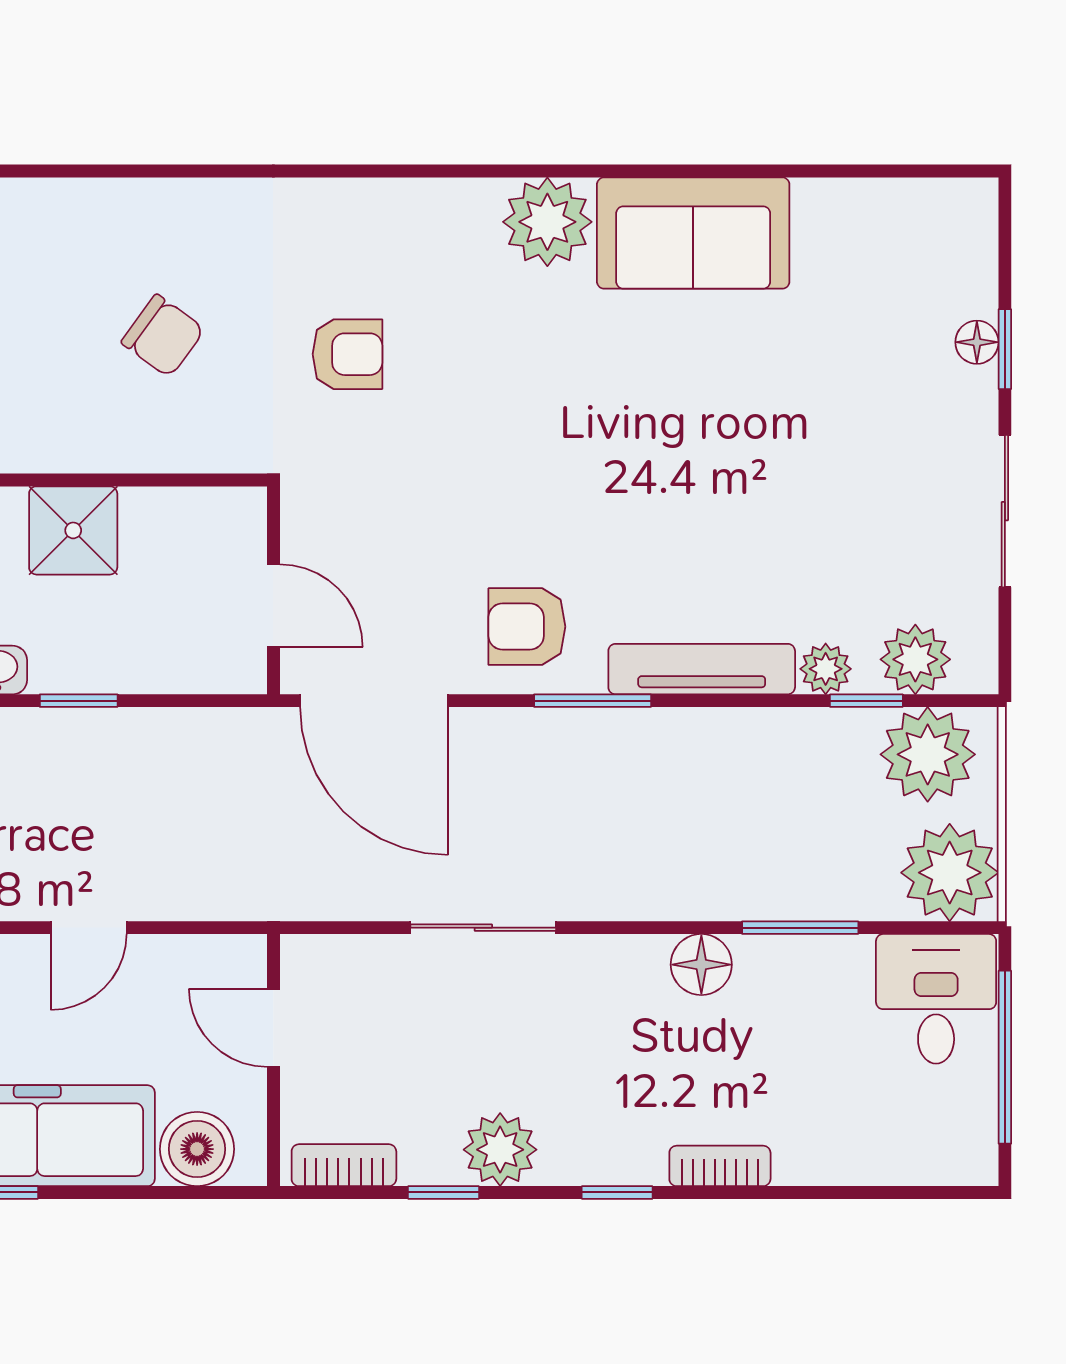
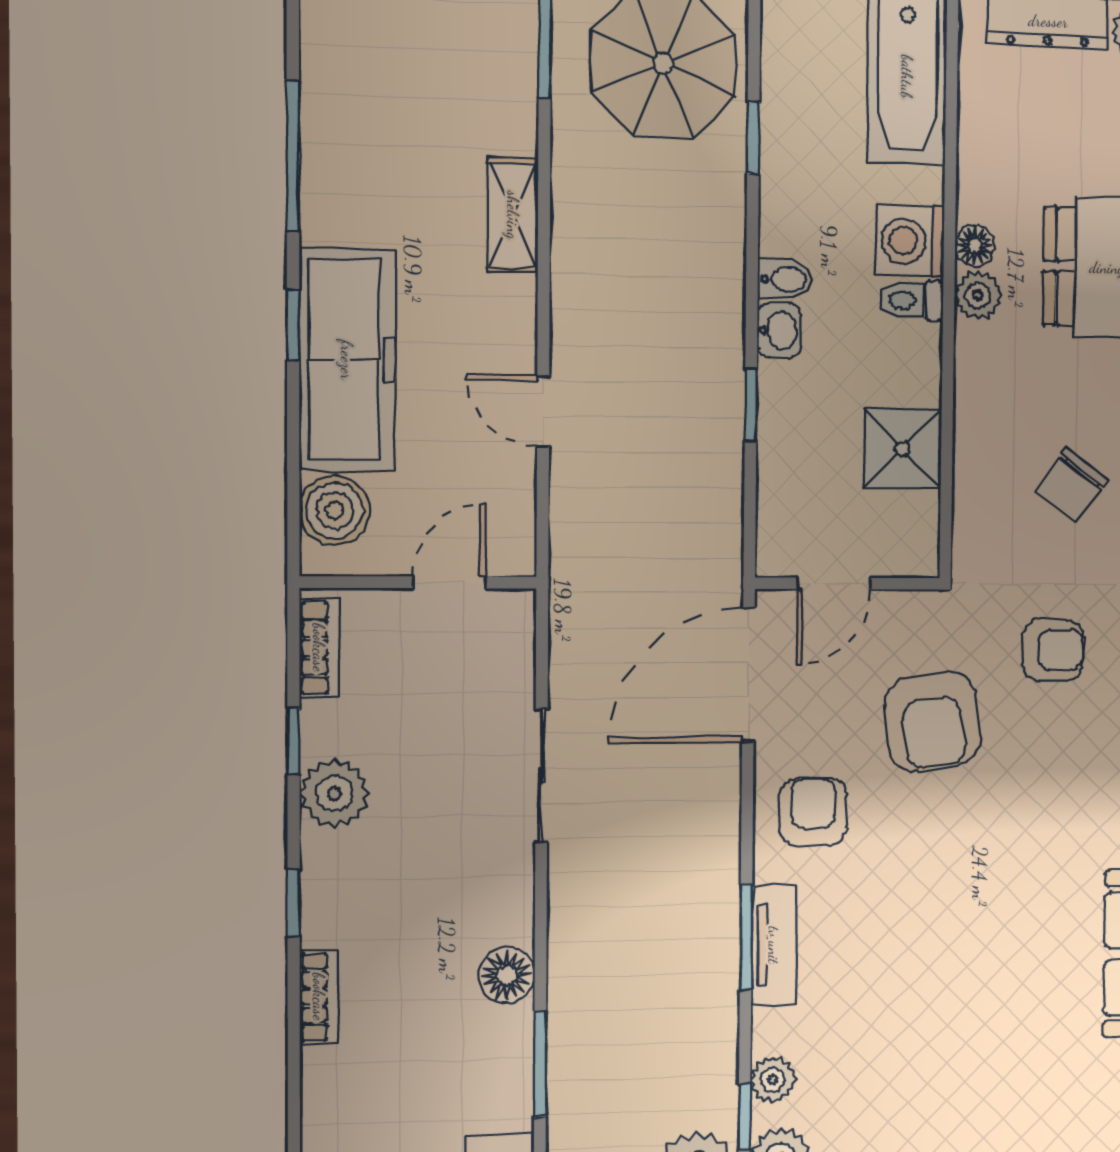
armchair: (347, 354) -> (1053, 650), turned -90
armchair: (427, 492) -> (933, 722), added
shower: (73, 530) -> (902, 449), moved
tv unit: (702, 669) -> (774, 945), width x0.71
window: (593, 701) -> (746, 937), moved

